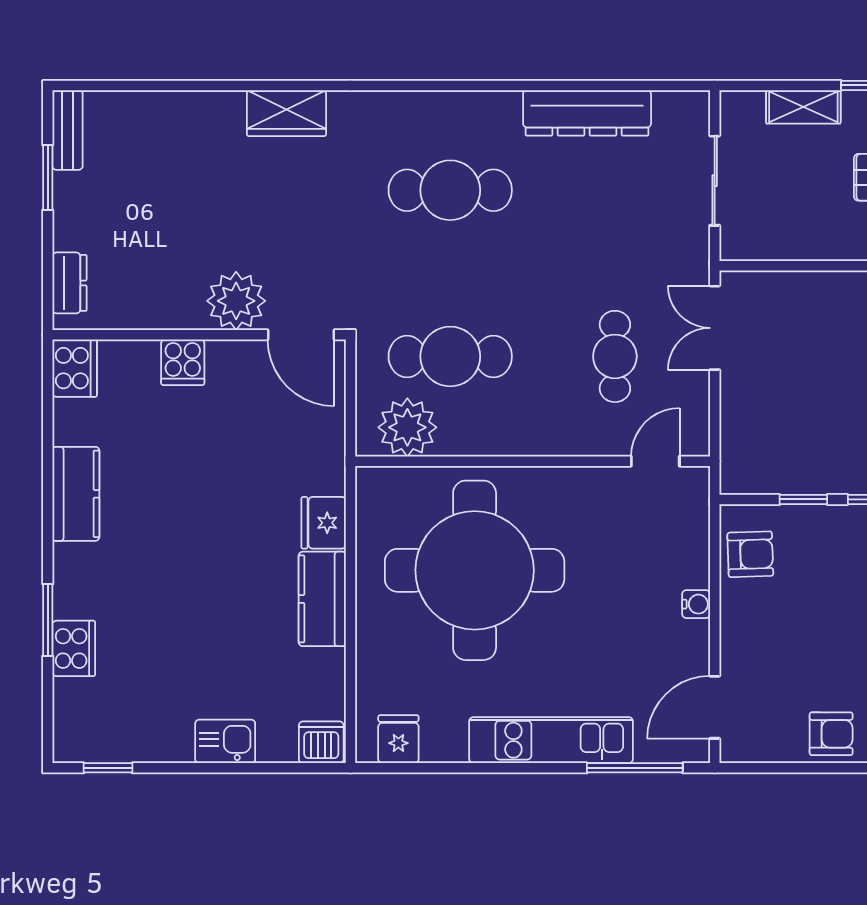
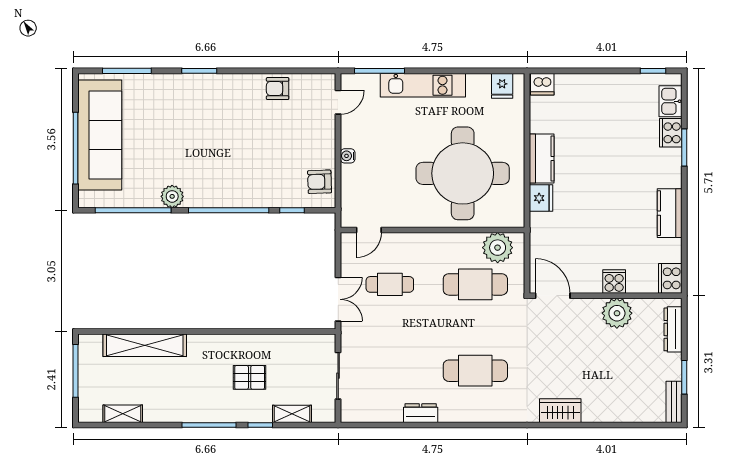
dresser: (587, 113) -> (421, 413), width x0.51, depth x0.80
dresser: (69, 283) -> (673, 329), width x1.44
plant: (236, 301) -> (617, 313), moved
cafe table: (615, 356) -> (390, 284), turned 90
door: (715, 707) -> (338, 102), width x0.73
kitchen sink: (225, 741) -> (671, 101), moved, turned 90

